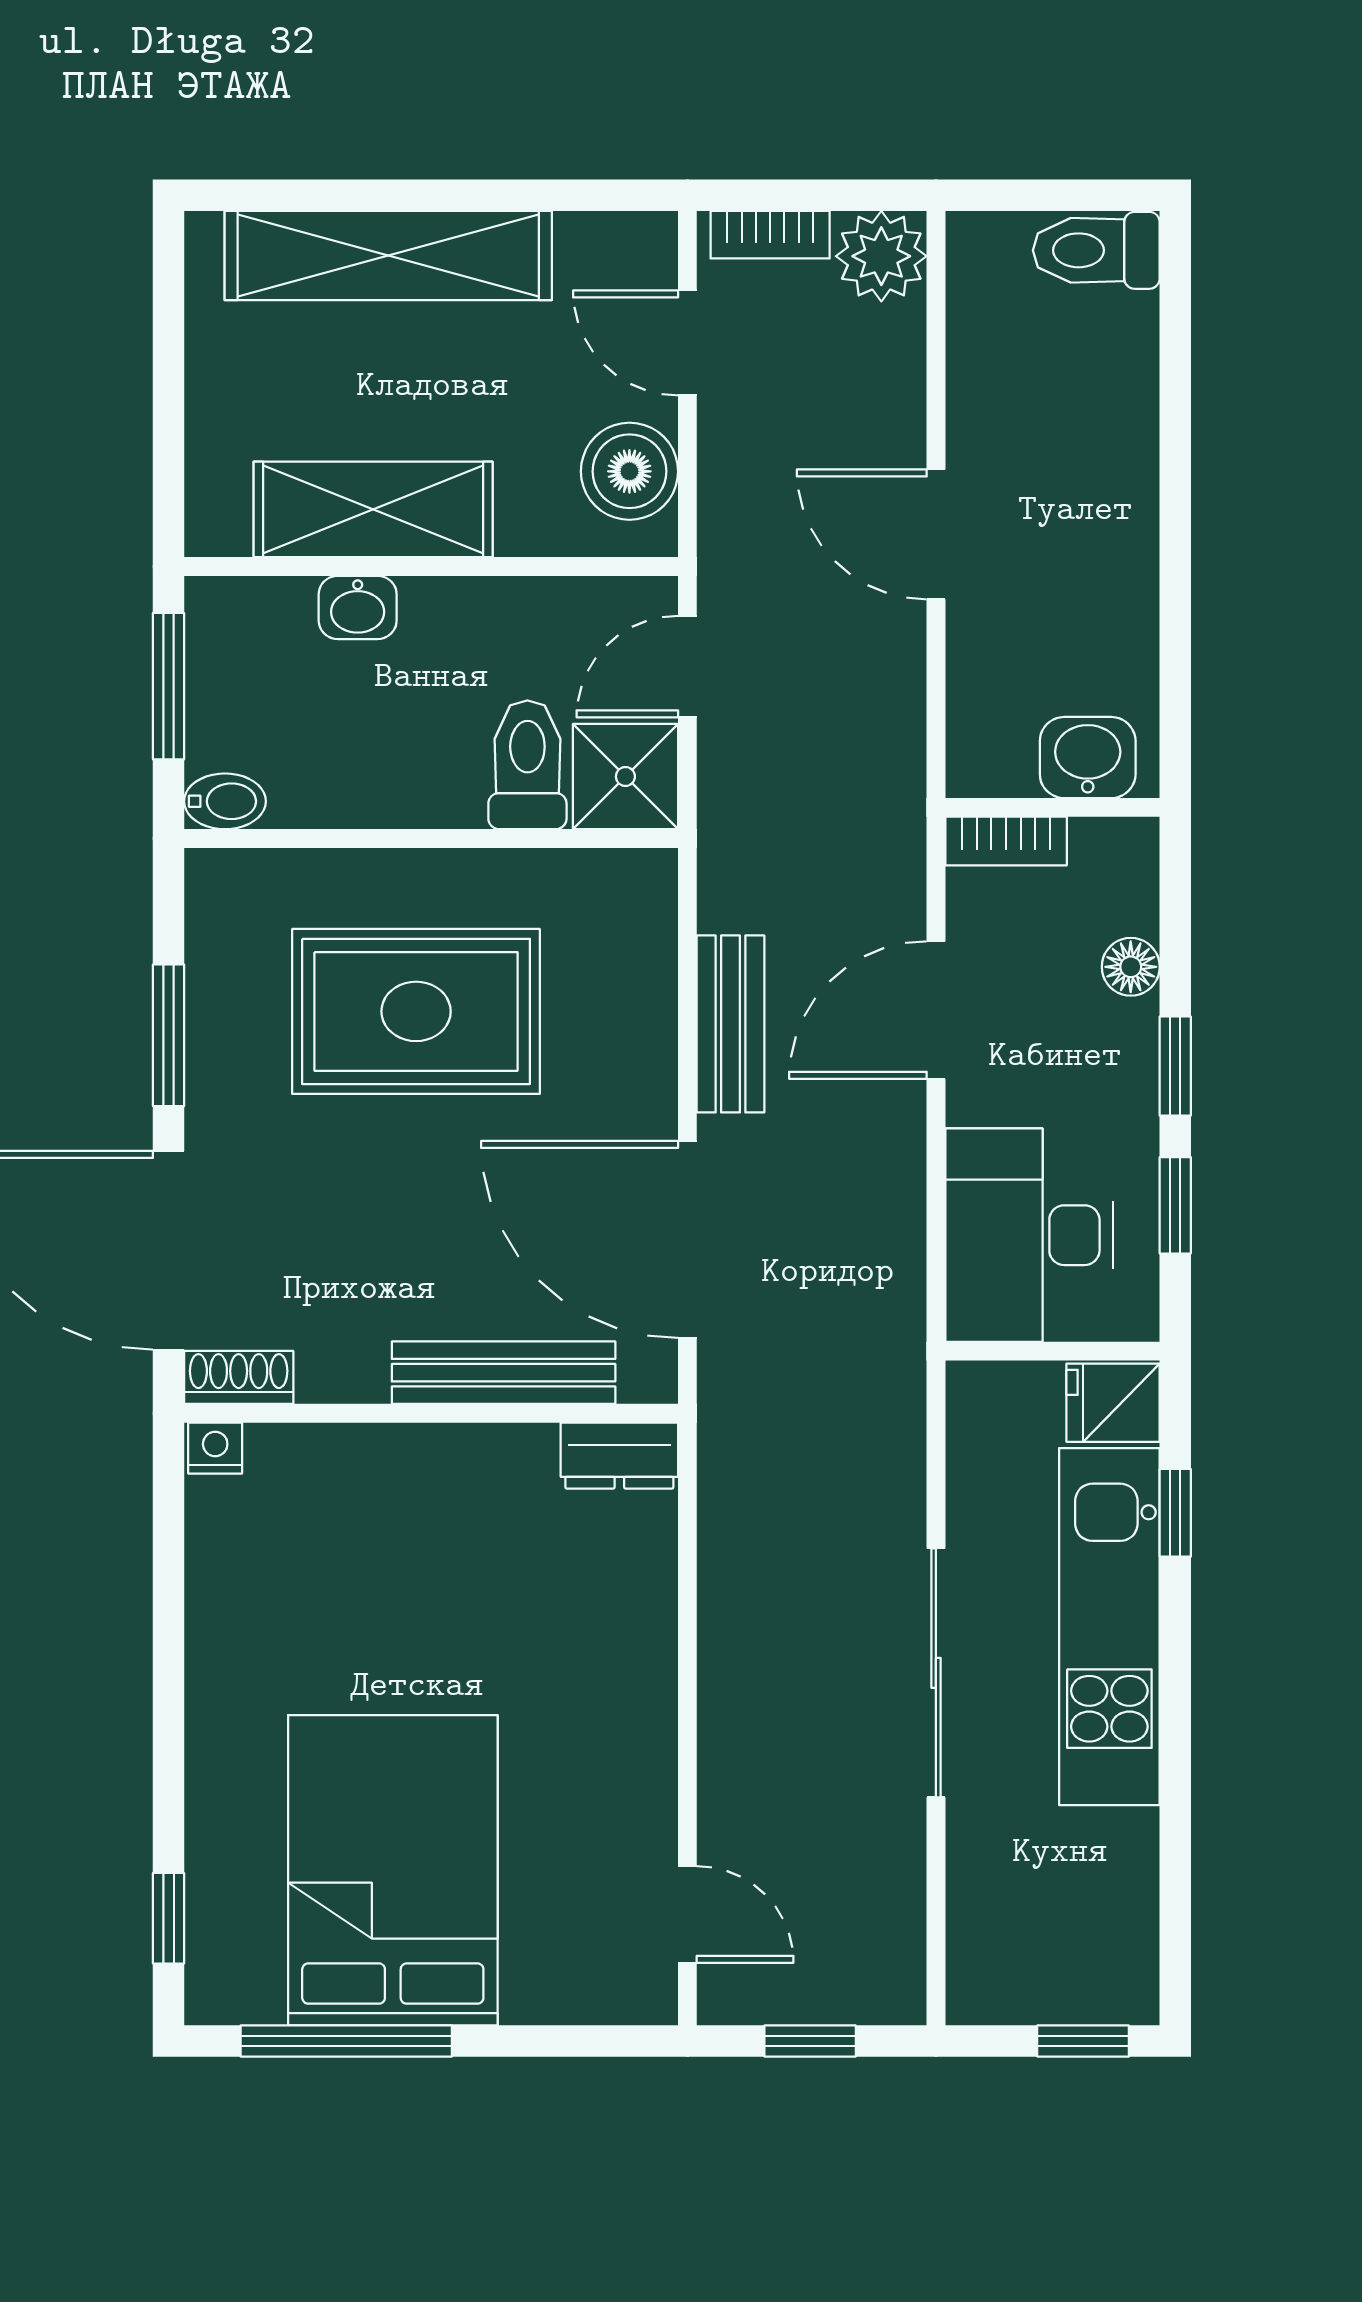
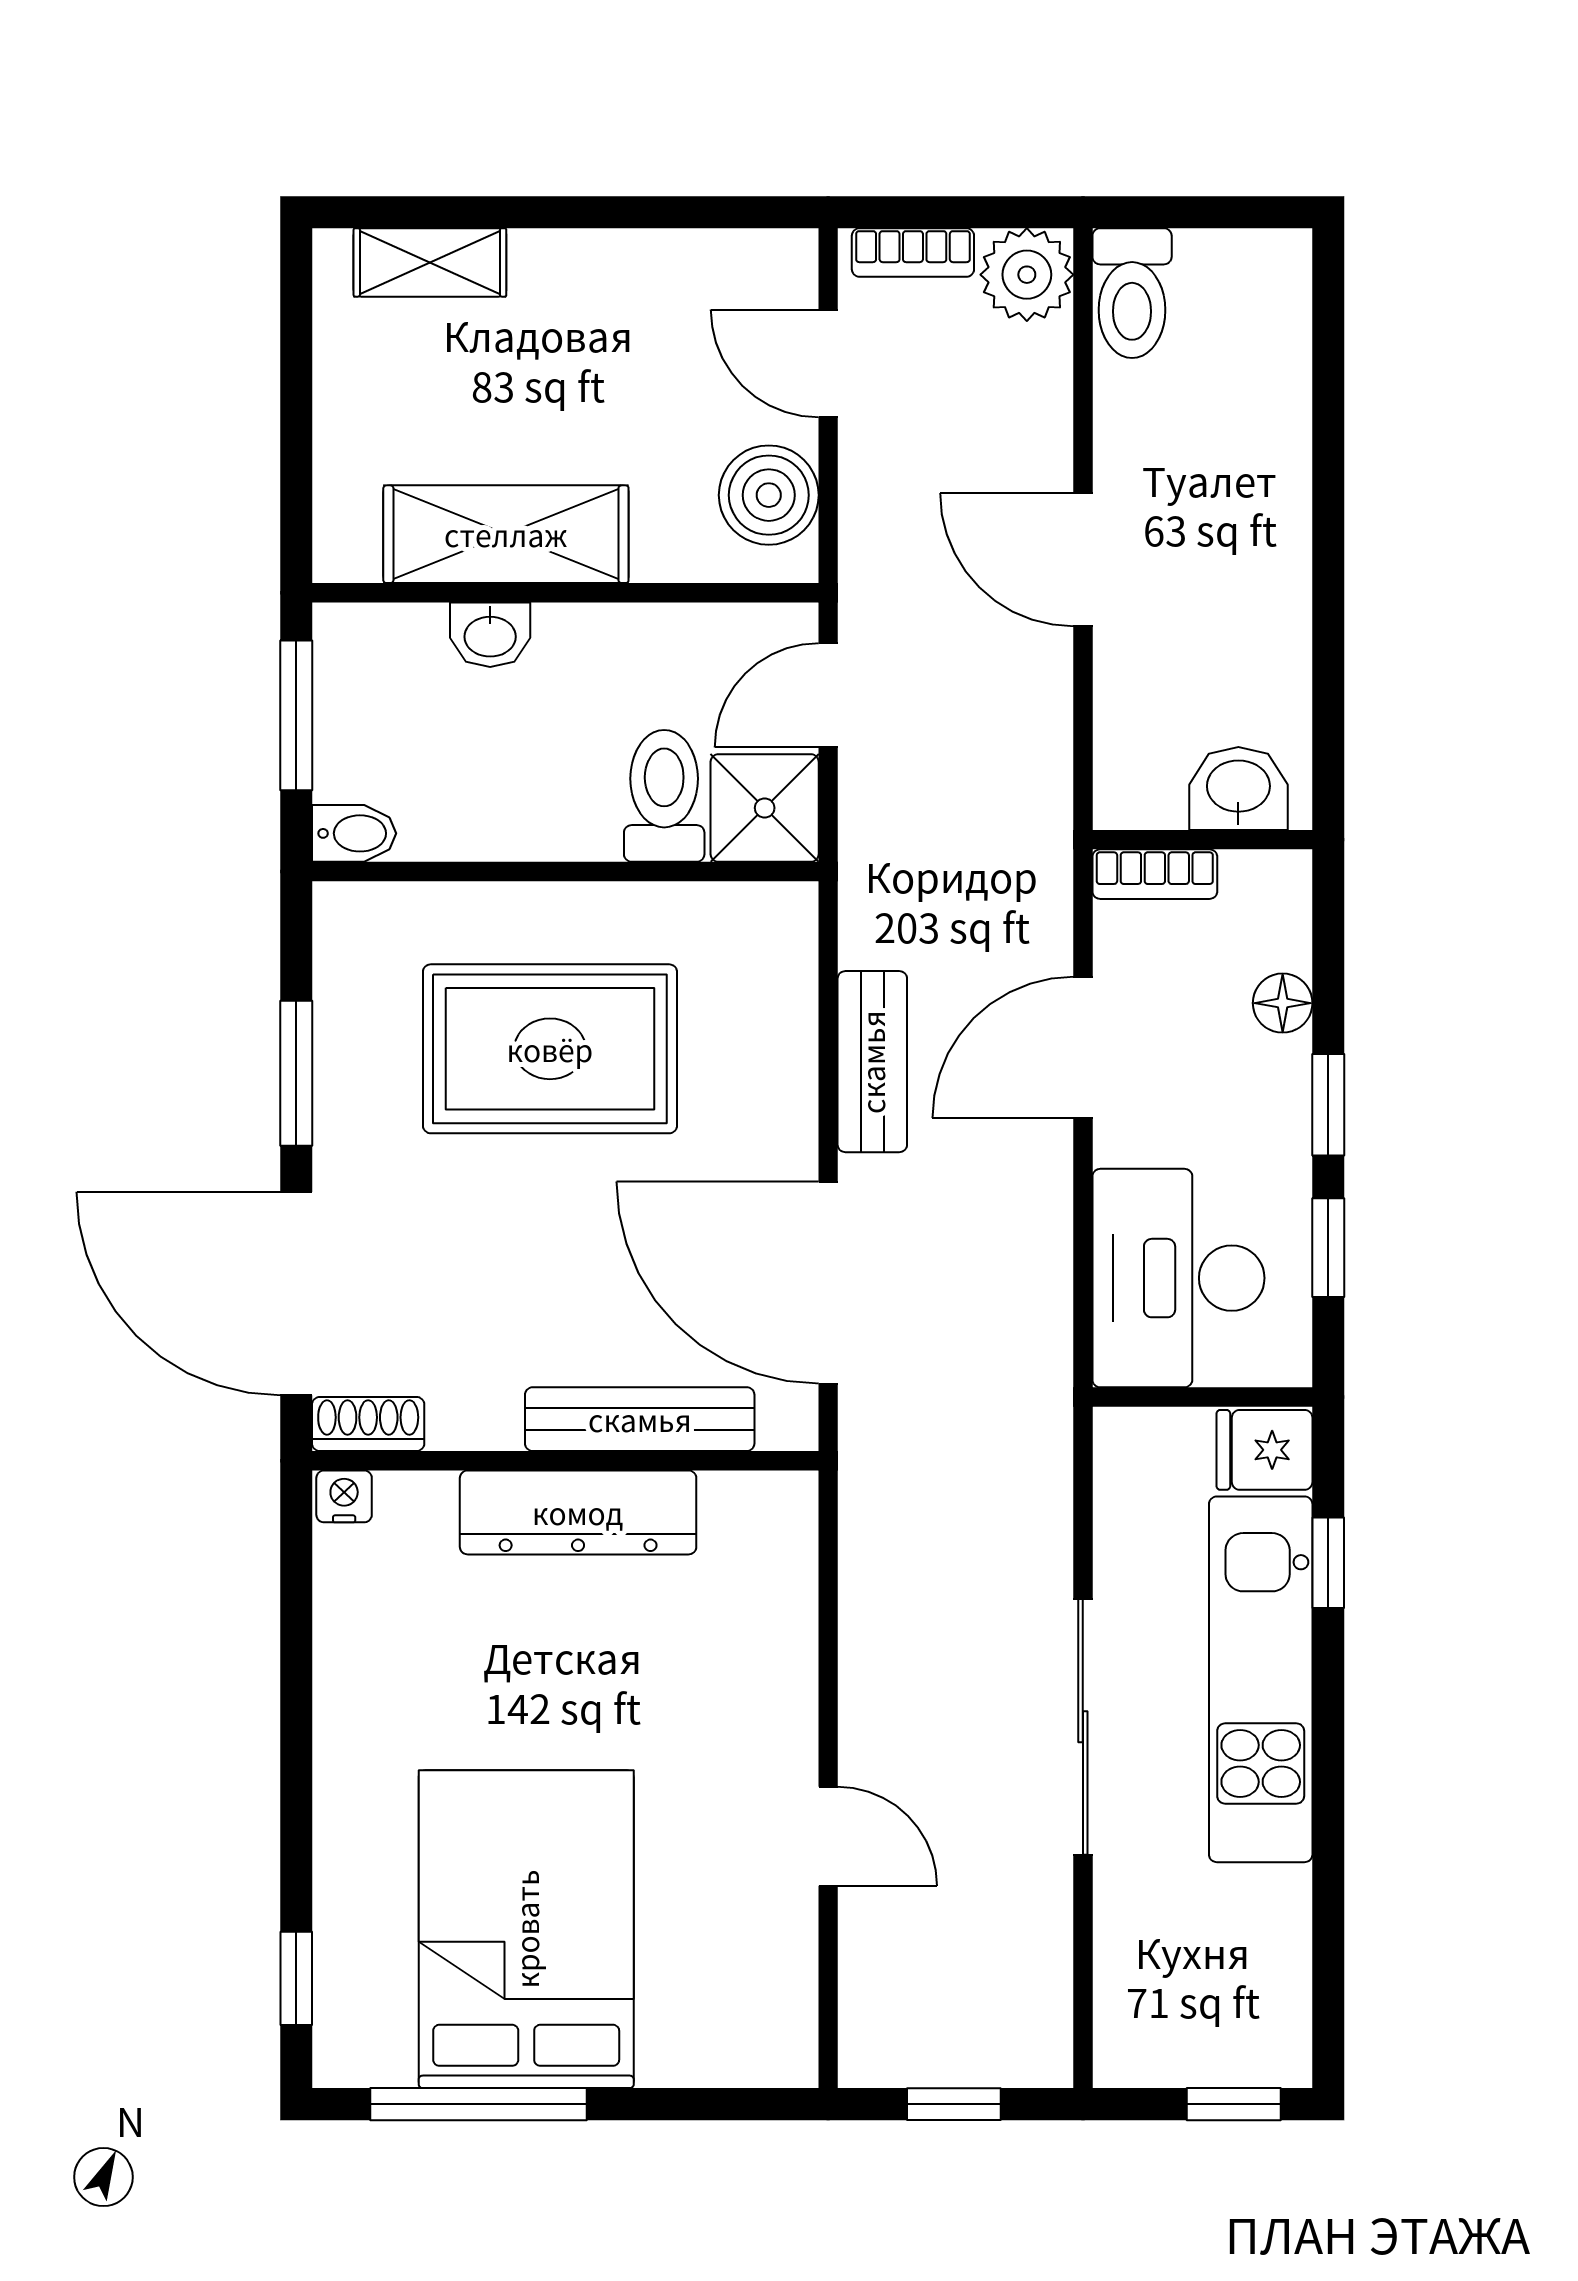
toilet: (1096, 250) -> (1132, 293), moved, turned -90
shelving: (388, 255) -> (430, 262), width x0.45, depth x0.75
dresser: (619, 1456) -> (578, 1512), moved, width x1.96, depth x1.24
door: (687, 1914) -> (828, 1836), moved

